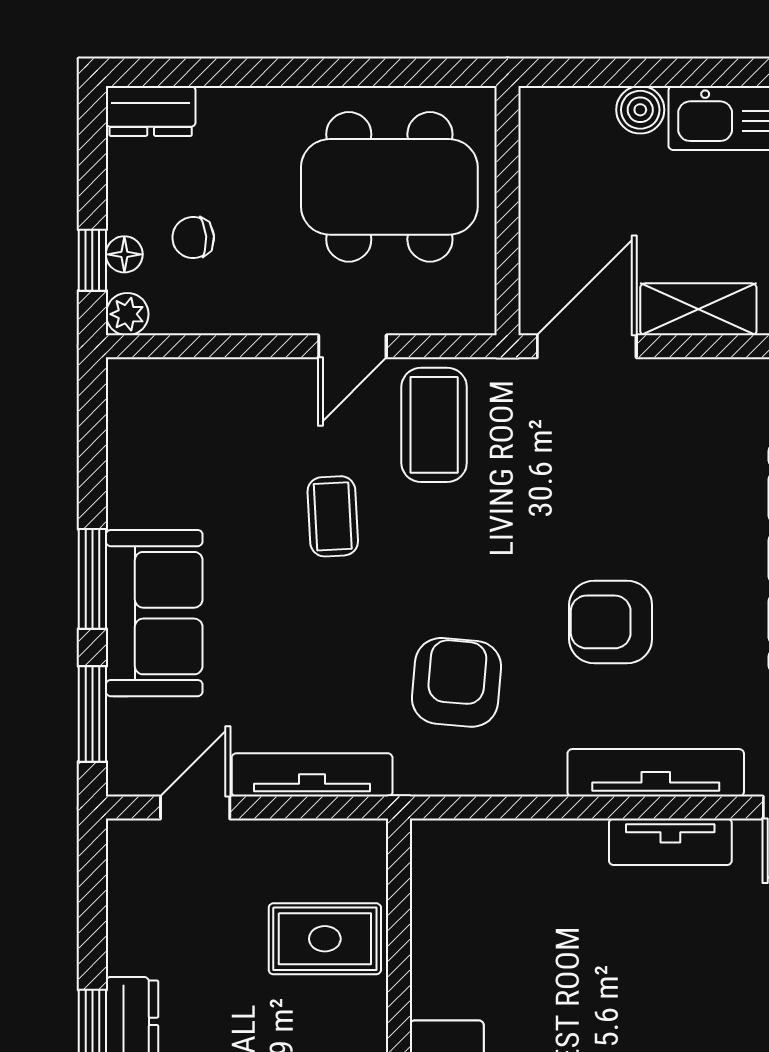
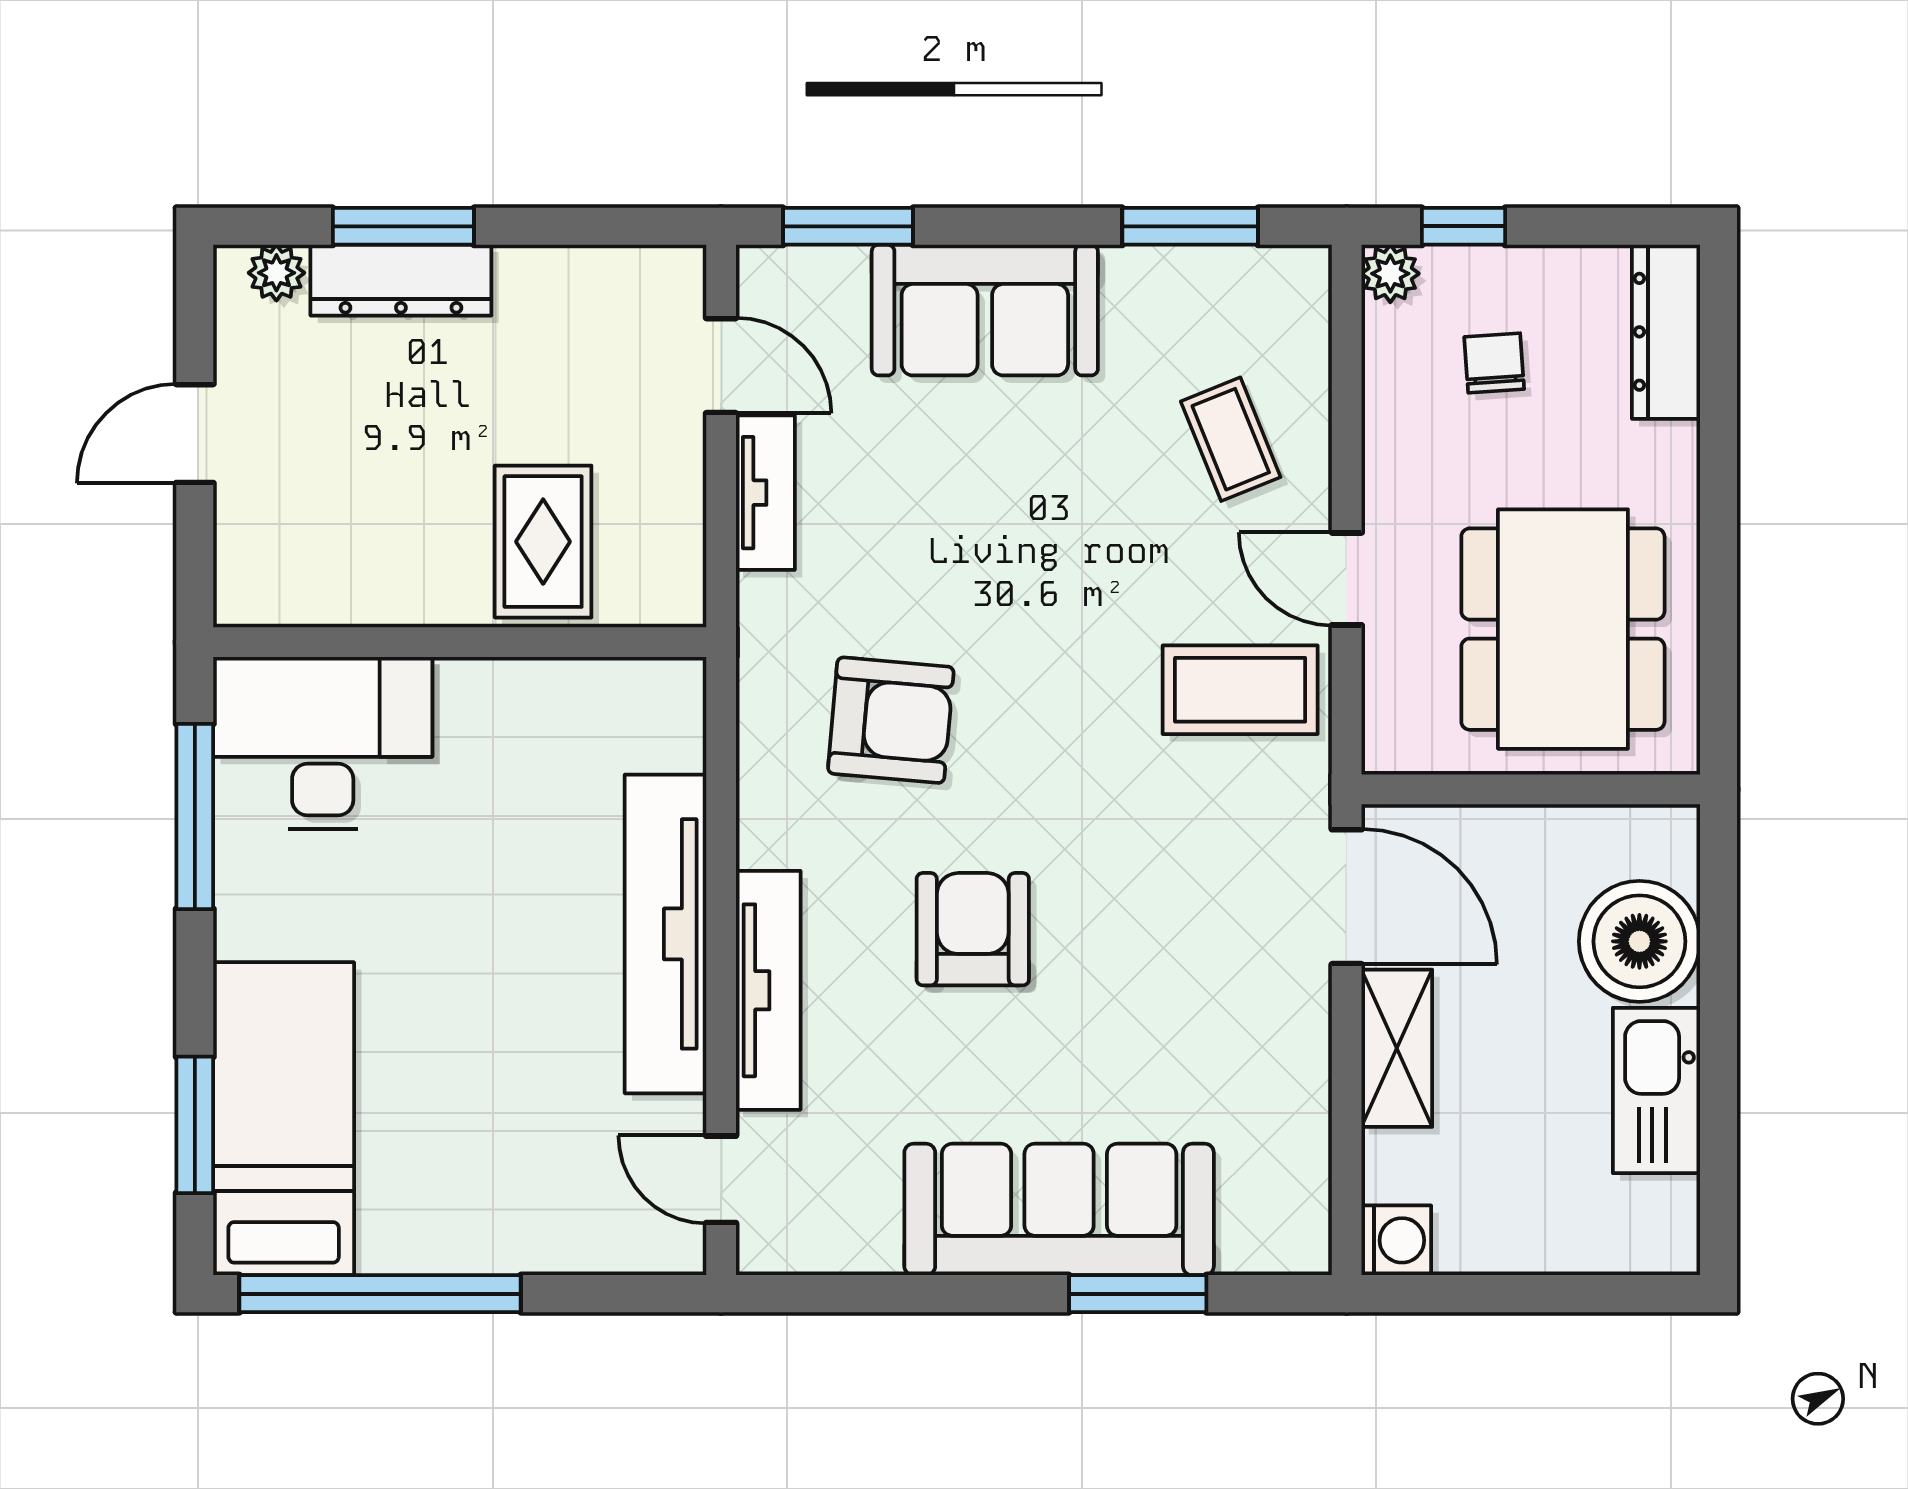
boiler: (640, 110) -> (1639, 941), width x1.86, depth x1.86
dresser: (151, 111) -> (1666, 332), width x1.44
floor lamp: (124, 254) -> (1471, 270), removed
coffee table: (333, 516) -> (1231, 439), moved, turned 71
window: (92, 579) -> (1190, 226), moved
tv unit: (312, 775) -> (765, 493), width x0.71
tv unit: (670, 842) -> (666, 934), width x1.92, depth x1.29

